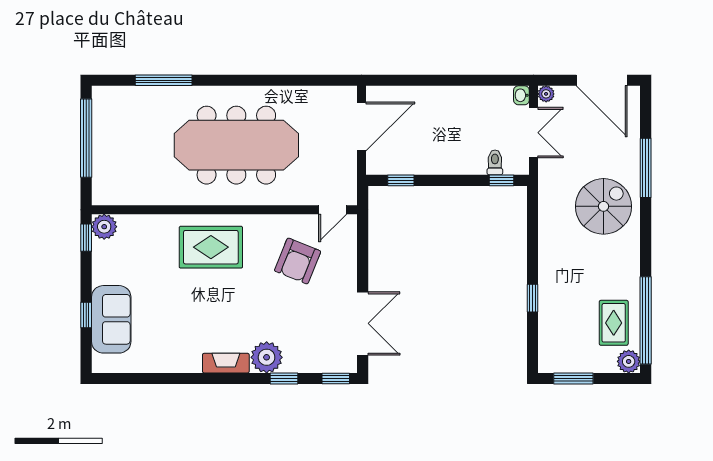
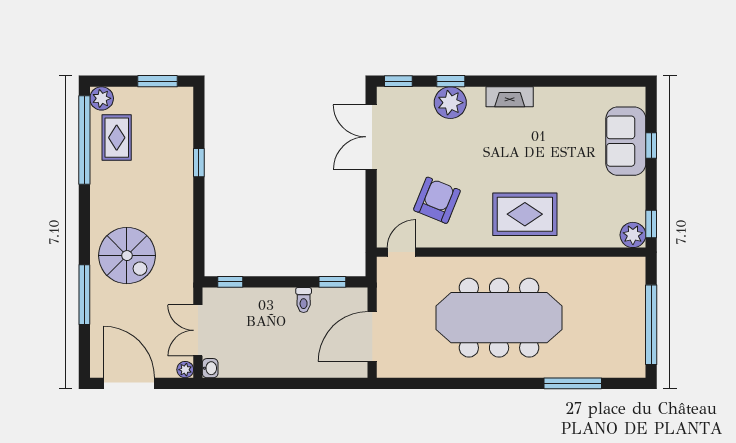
toilet: (495, 162) -> (304, 300), moved
spiral stairs: (603, 206) -> (127, 256), turned -90
plant: (267, 357) -> (450, 103), moved

